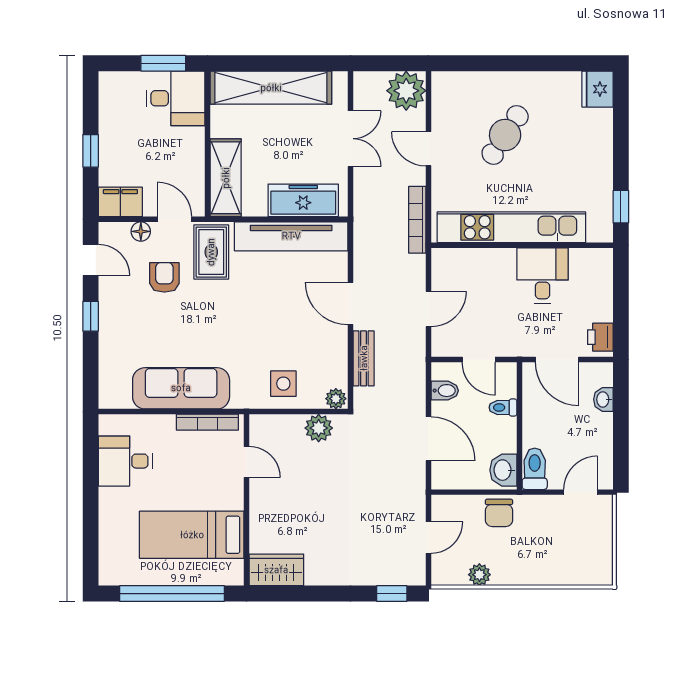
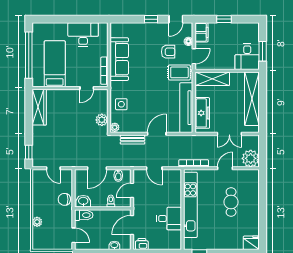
cafe table: (505, 135) -> (231, 202), turned 57
desk: (125, 461) -> (83, 35), width x1.37
wardrobe: (276, 570) -> (39, 107), width x1.50
plant: (479, 575) -> (37, 222), moved

